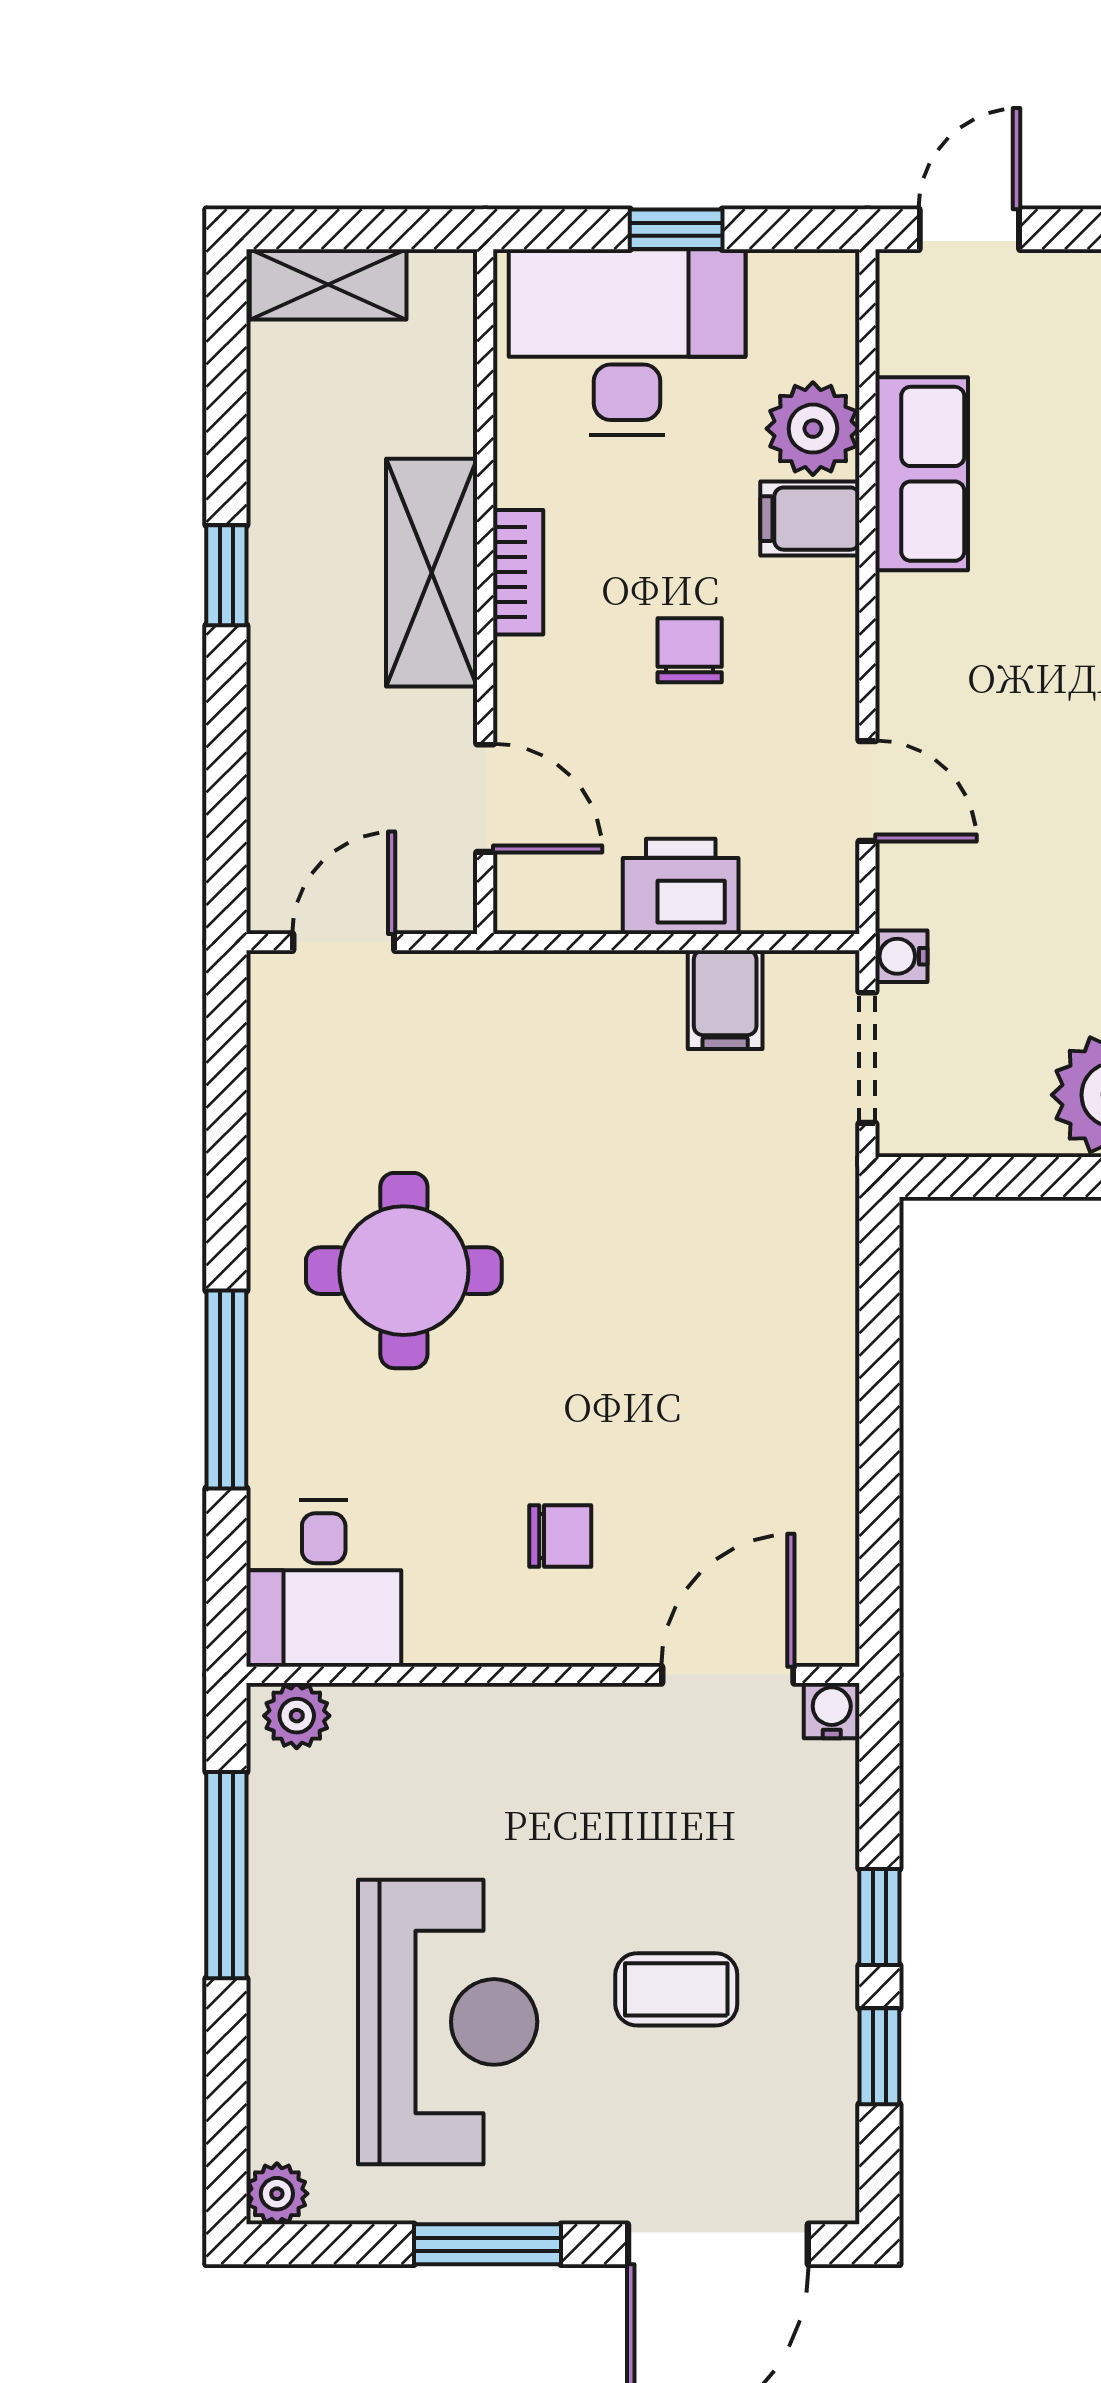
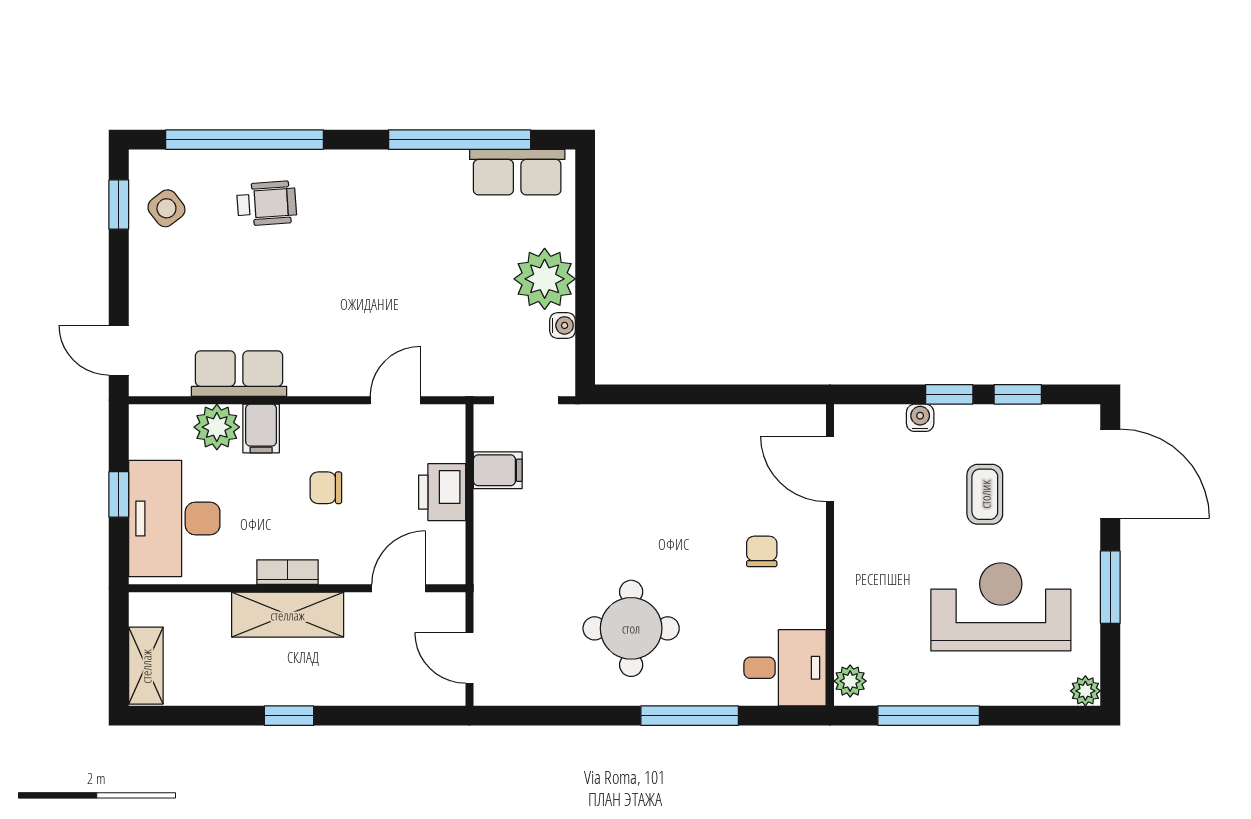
water cooler: (901, 956) -> (563, 325), moved, turned -90
water cooler: (832, 1711) -> (920, 418), moved, turned 90

